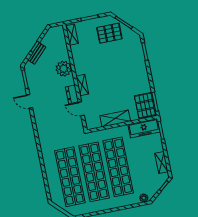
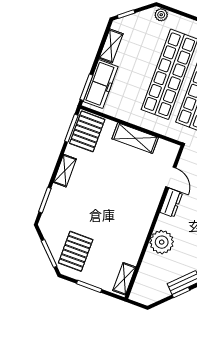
pallet: (109, 33) -> (76, 251), turned 90
shelving: (82, 85) -> (65, 171), moved
freezer: (144, 128) -> (101, 84), moved, turned 90

